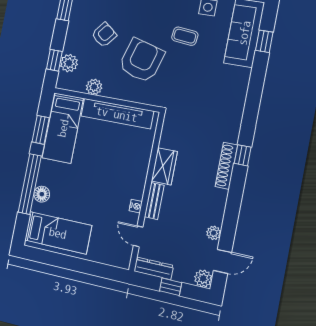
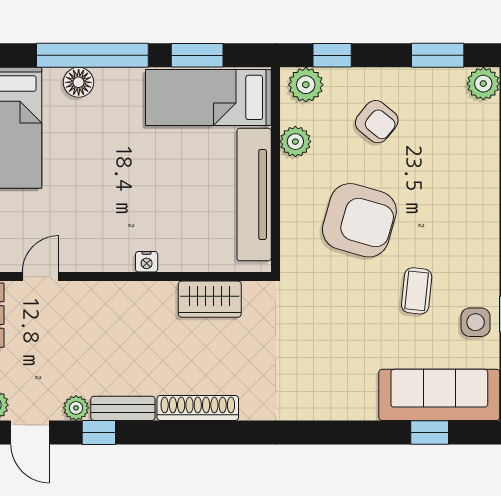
armchair: (104, 35) -> (377, 122), moved
plant: (69, 63) -> (306, 85), moved
window: (243, 155) -> (99, 432), moved
wardrobe: (164, 166) -> (210, 299), moved
bench: (154, 201) -> (123, 408), moved
nightstand: (136, 206) -> (147, 262), moved

